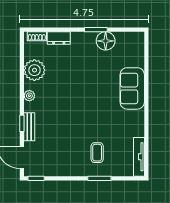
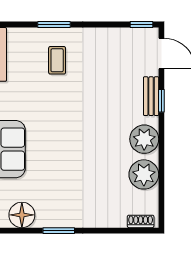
dresser: (59, 38) -> (110, 219), removed
floor lamp: (106, 41) -> (22, 215), moved
plant: (29, 96) -> (144, 139), width x1.88, depth x1.88

